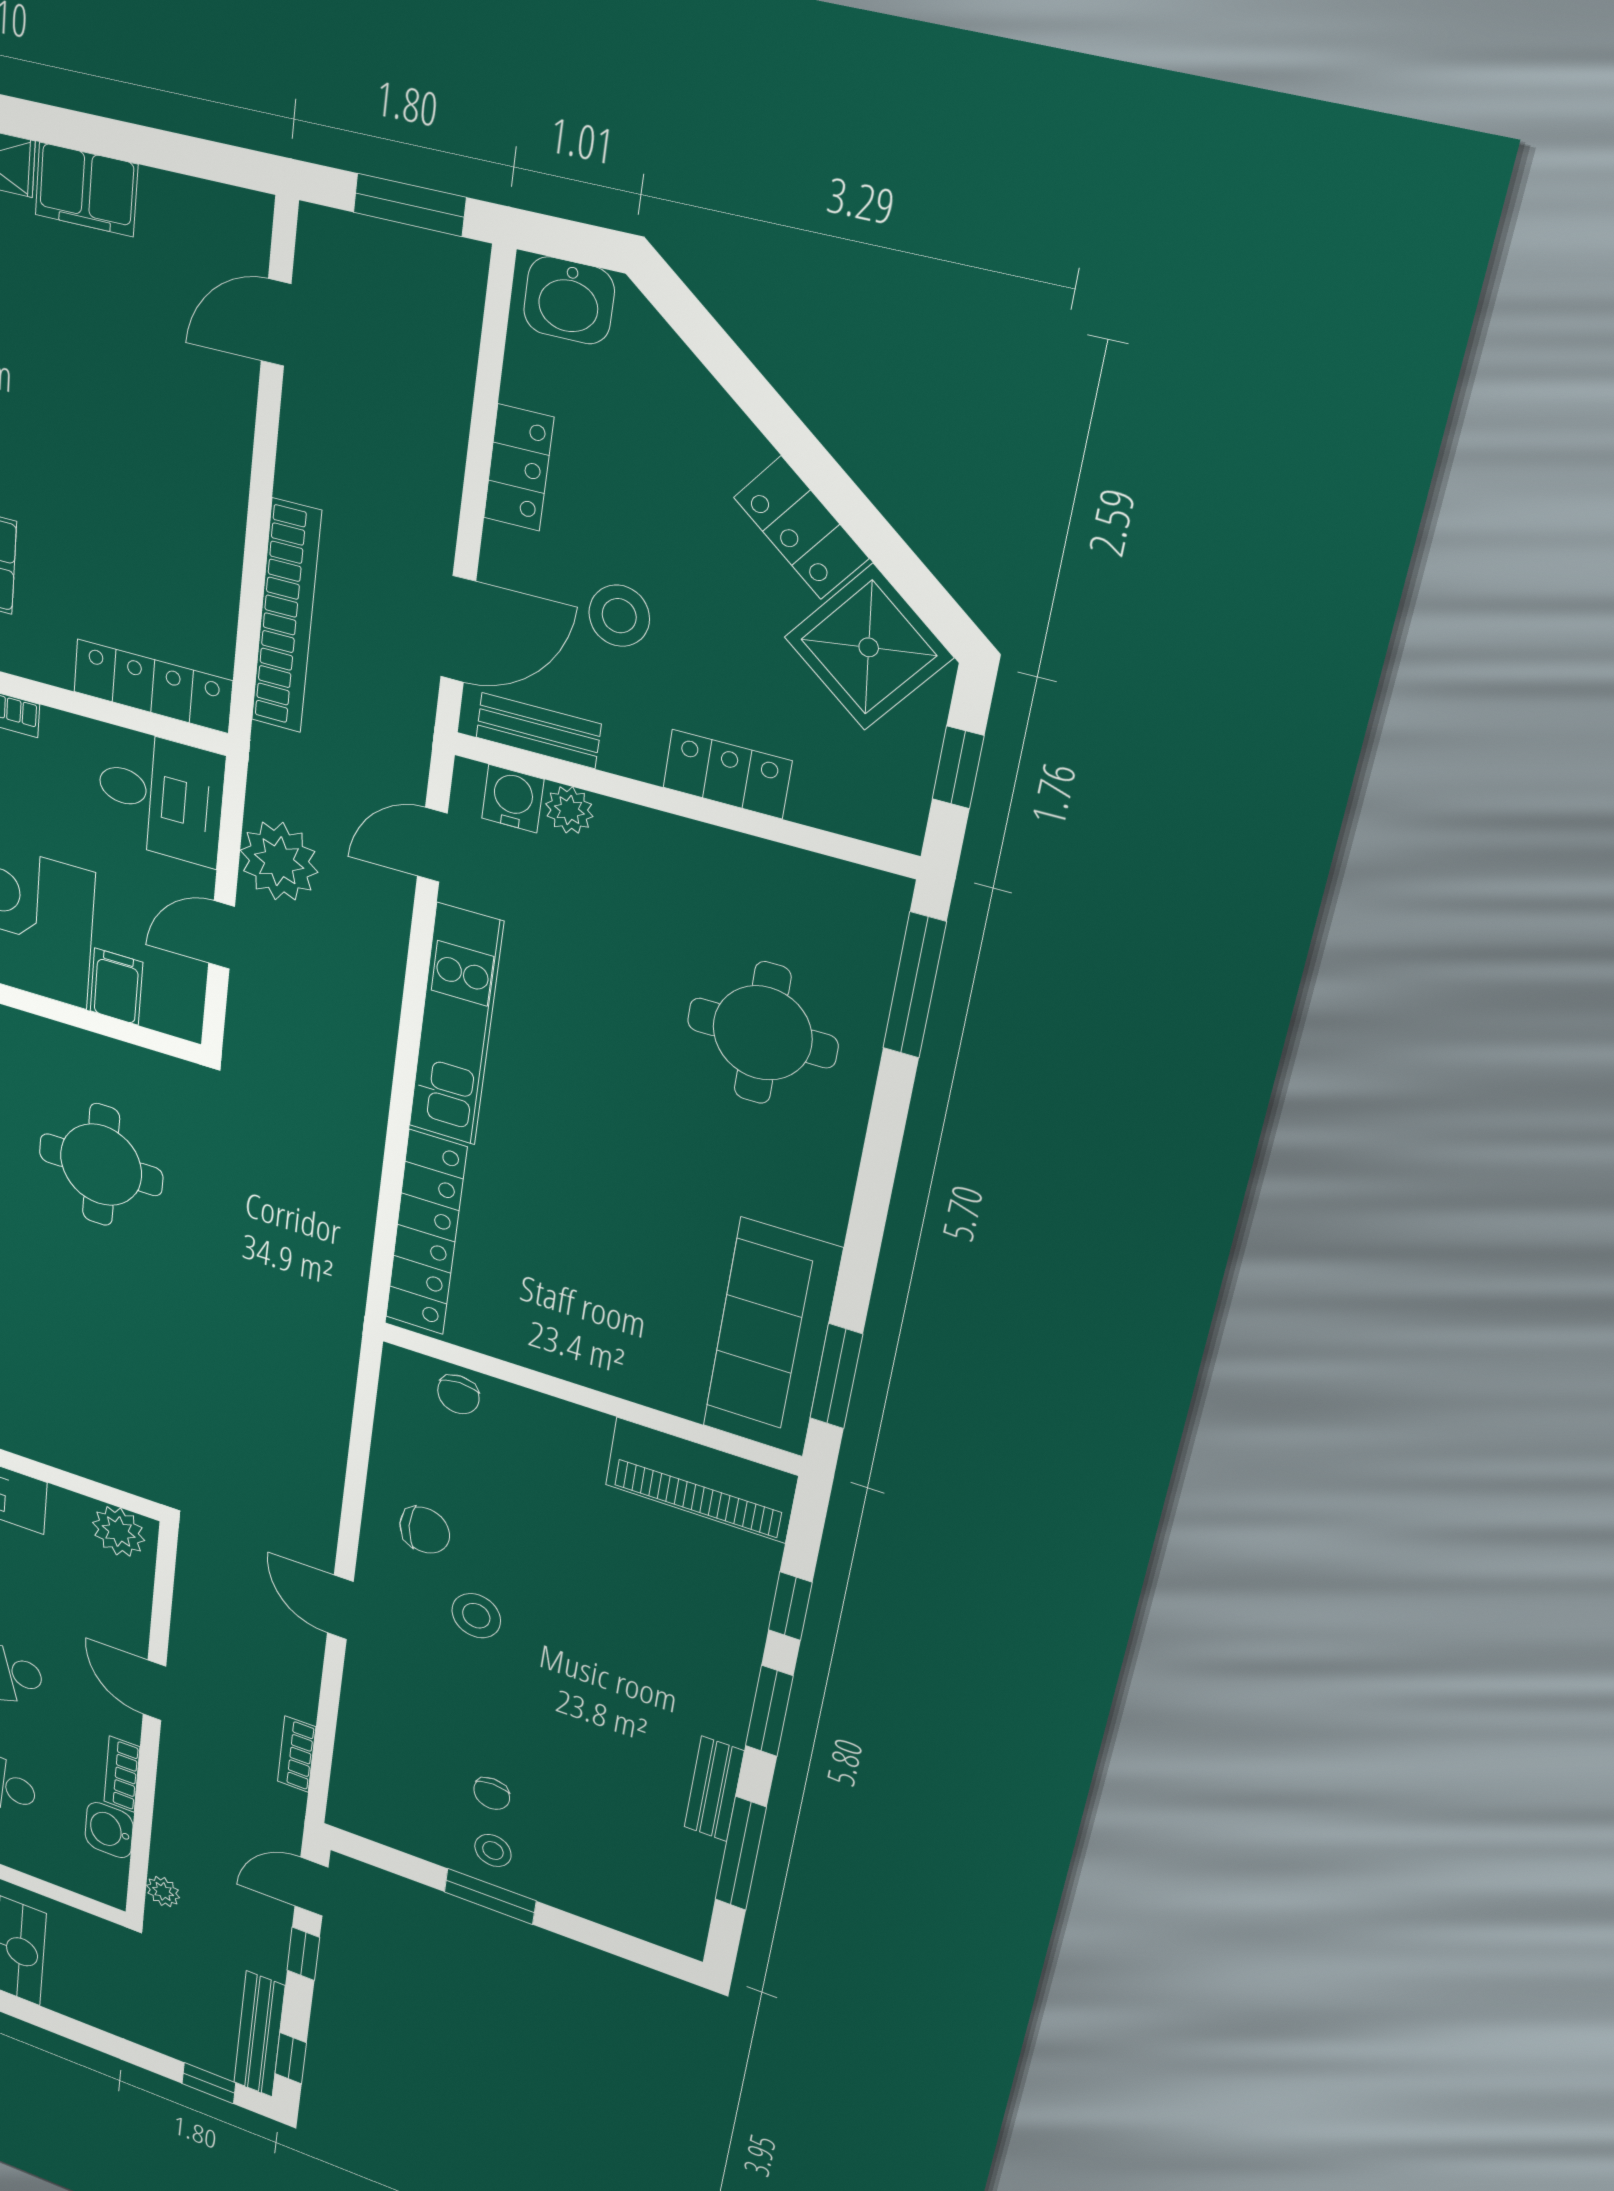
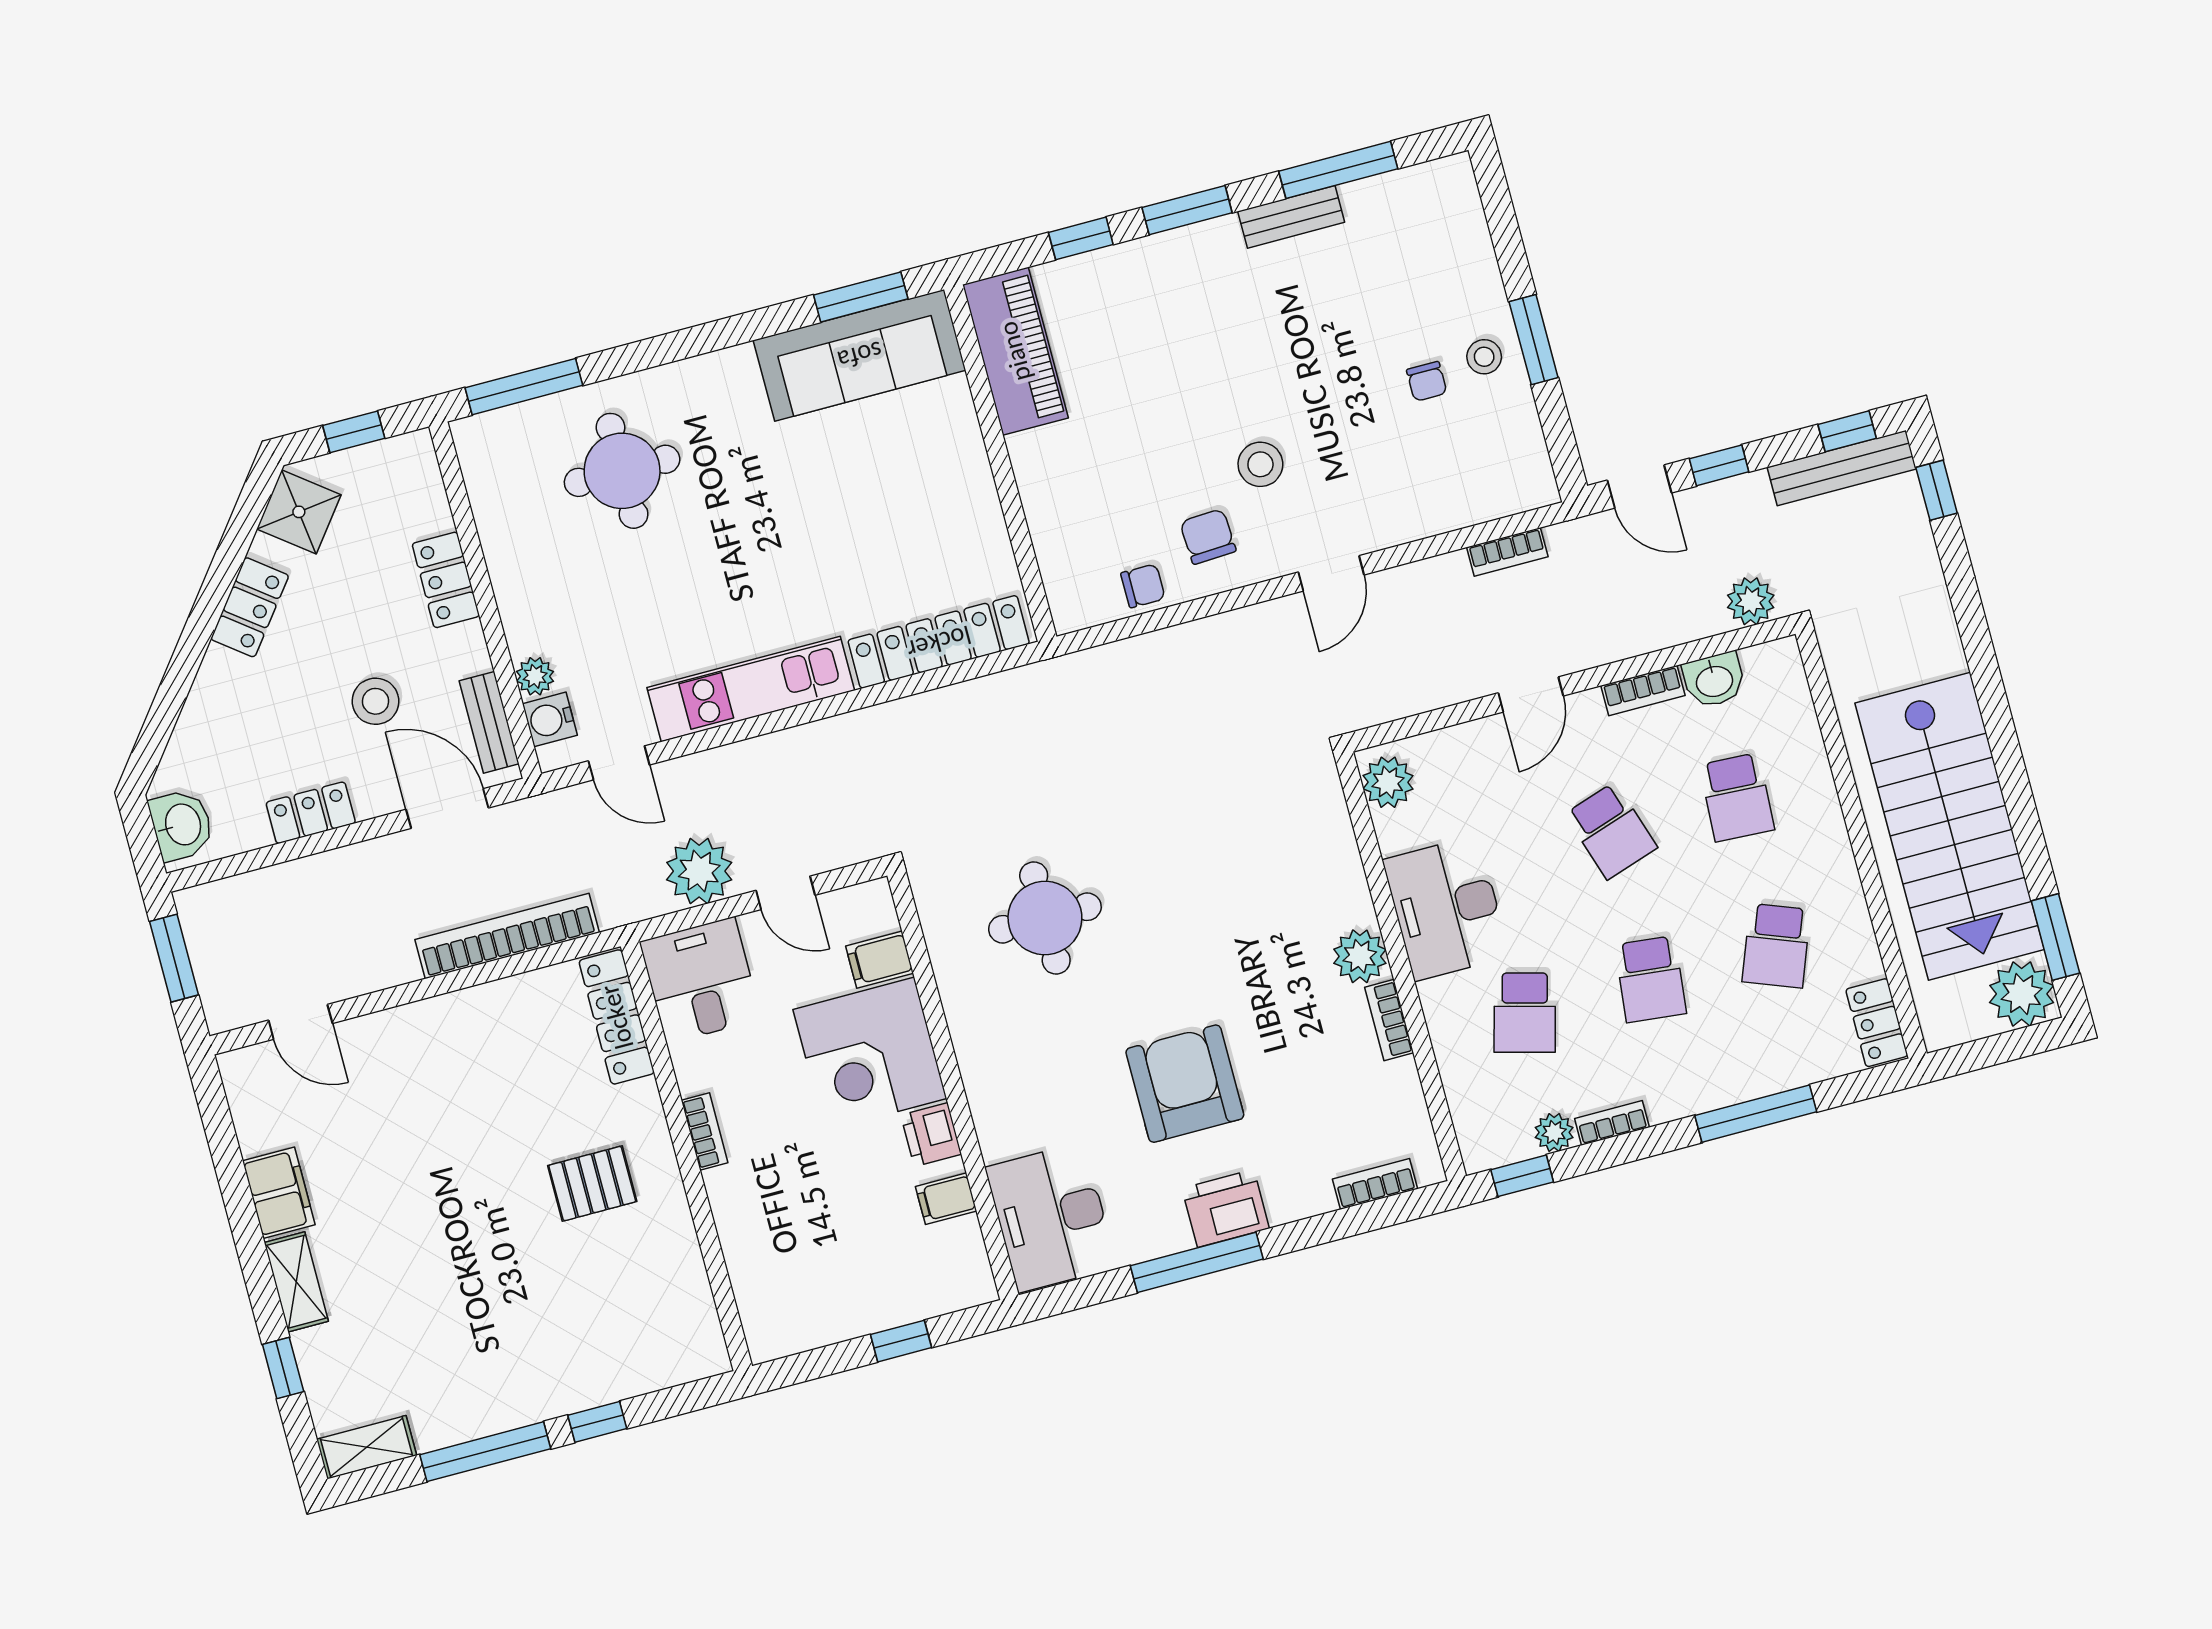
shower: (869, 647) -> (299, 512), width x0.73, depth x0.73
chair: (458, 1394) -> (1143, 586), moved
chair: (492, 1794) -> (1427, 381), turned 90
plant: (163, 1891) -> (1751, 601), width x1.38, depth x1.38

